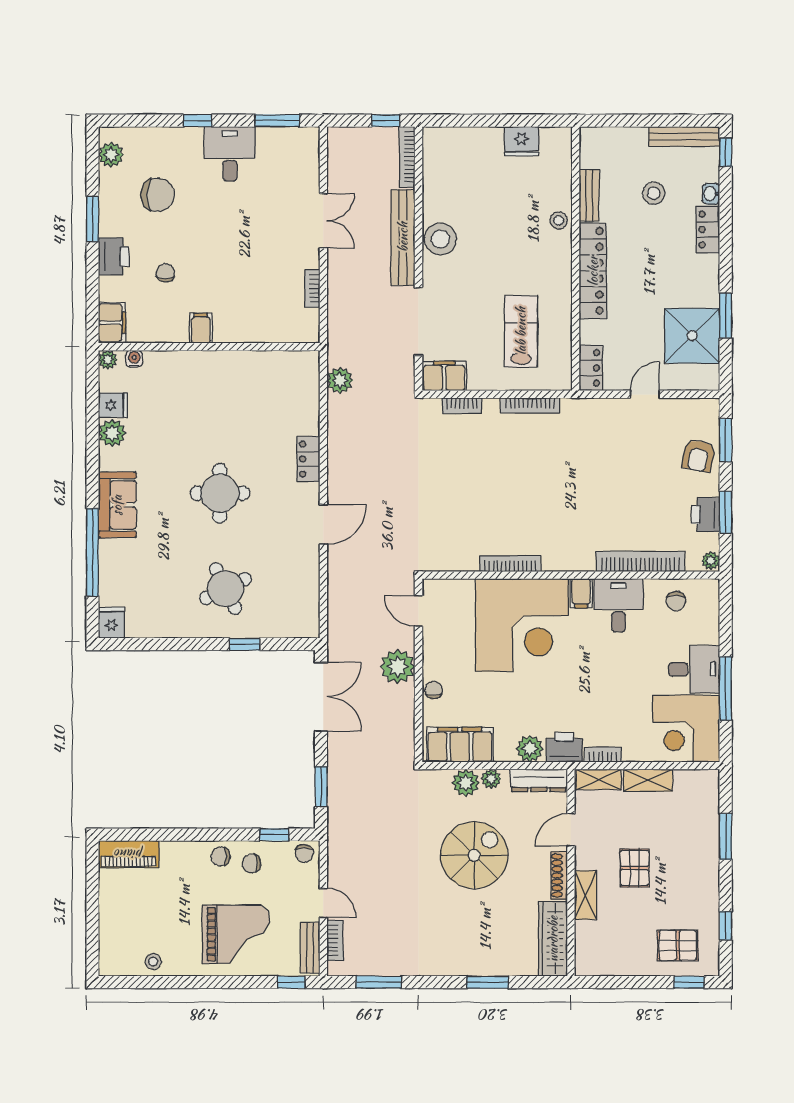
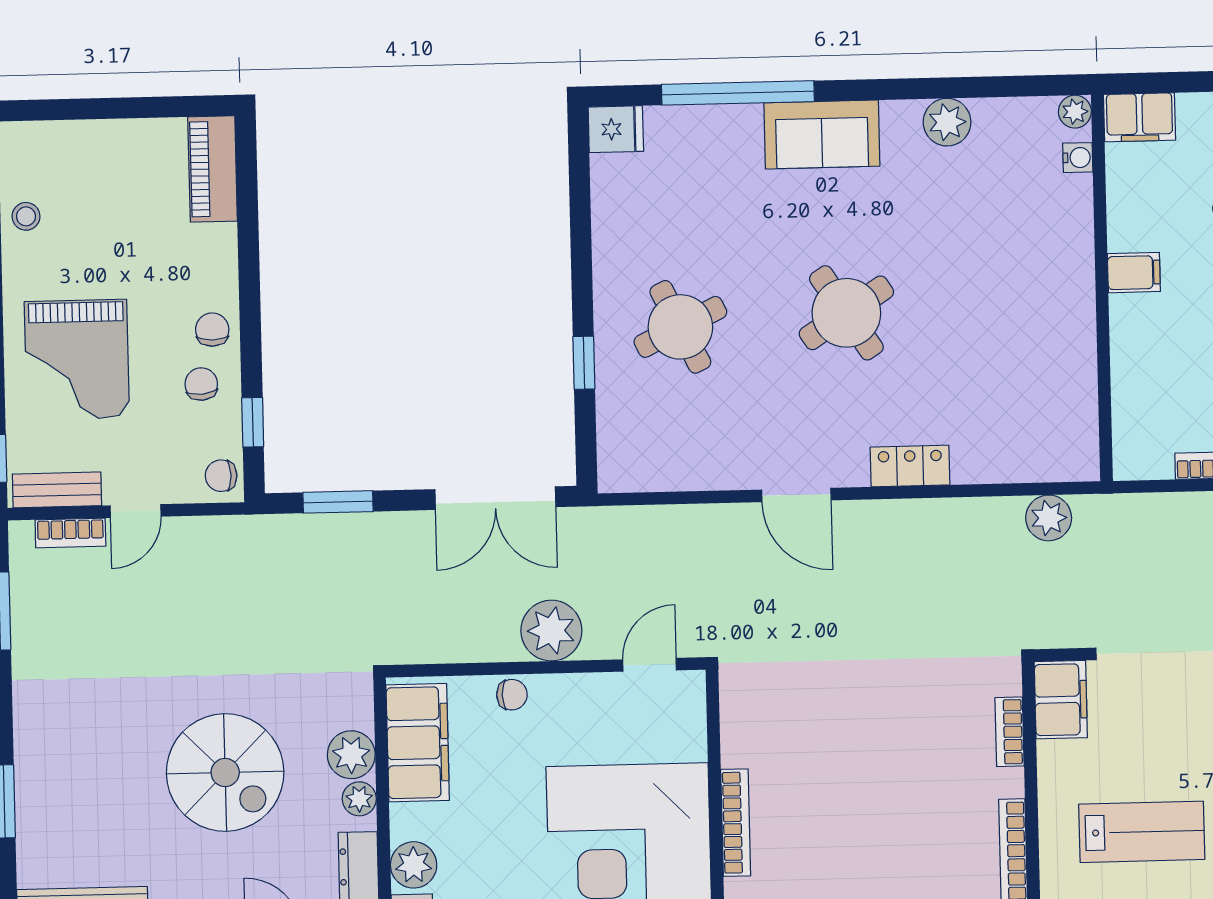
fridge: (113, 405) -> (996, 123), removed
round table: (220, 493) -> (846, 313), turned -33

